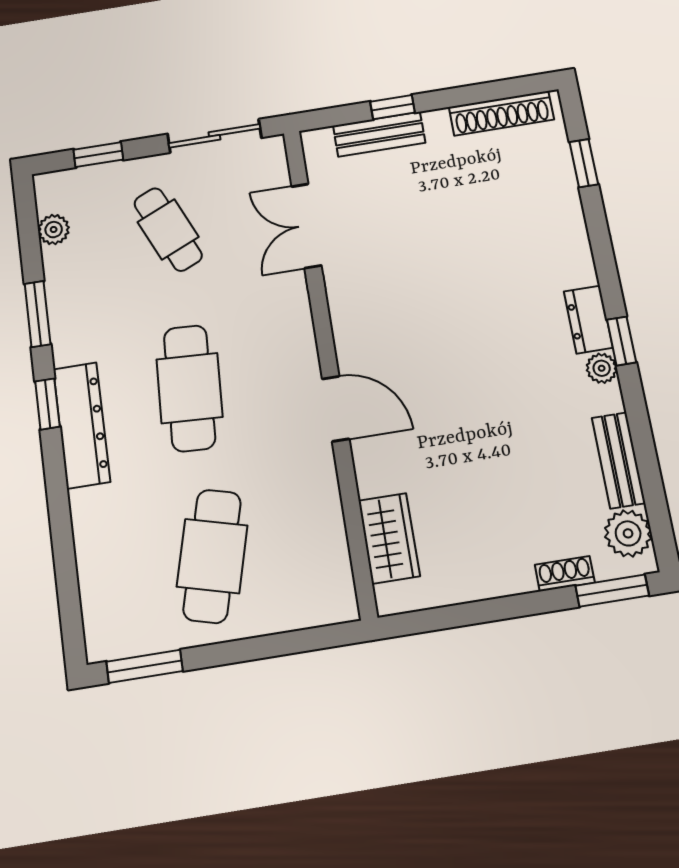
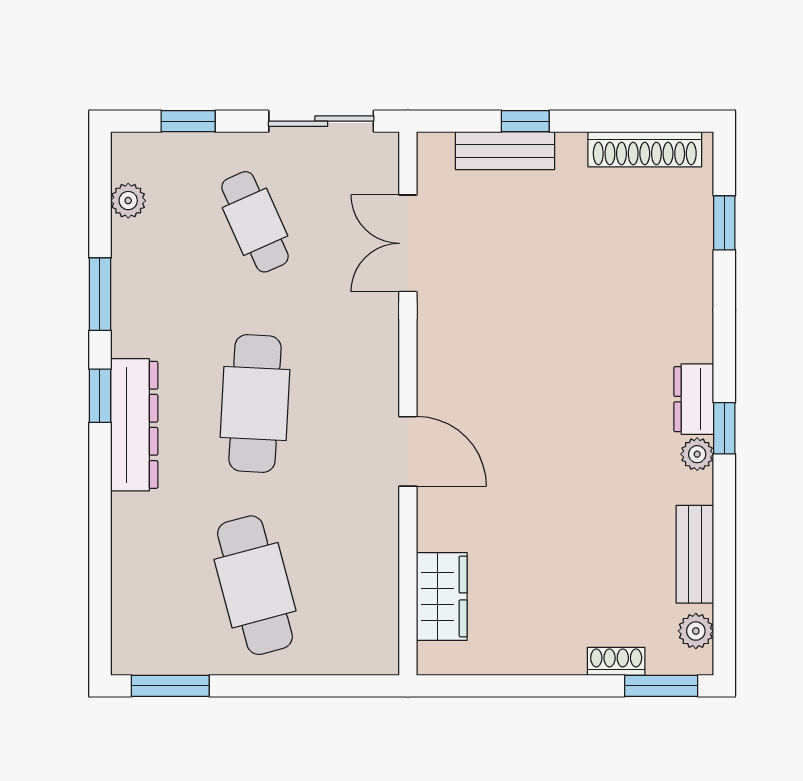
plant: (628, 533) -> (696, 631), width x0.73, depth x0.73
cafe table: (212, 556) -> (255, 585), turned -30

